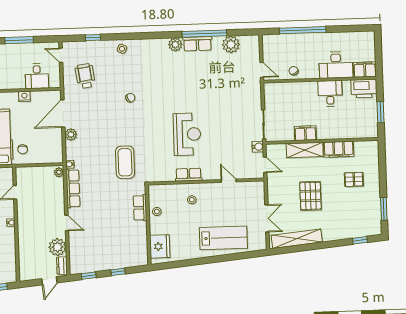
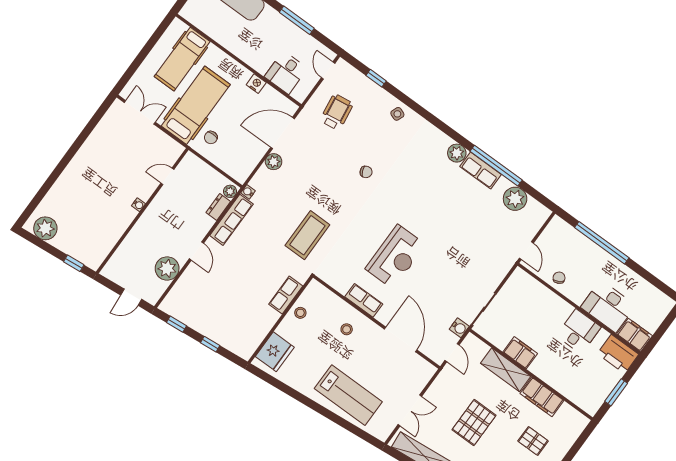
door: (229, 181) -> (401, 340), width x1.88
dresser: (62, 266) -> (218, 207), moved

